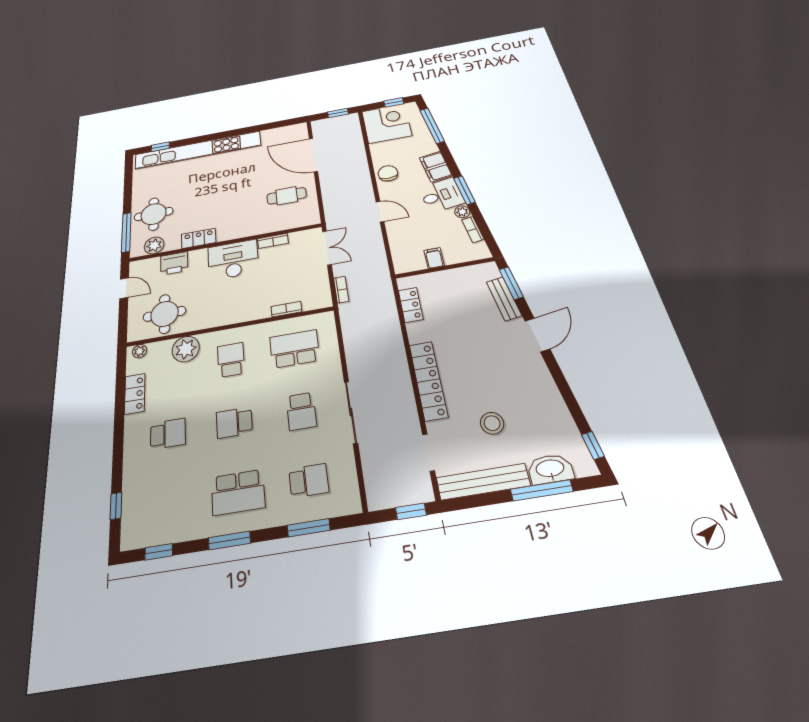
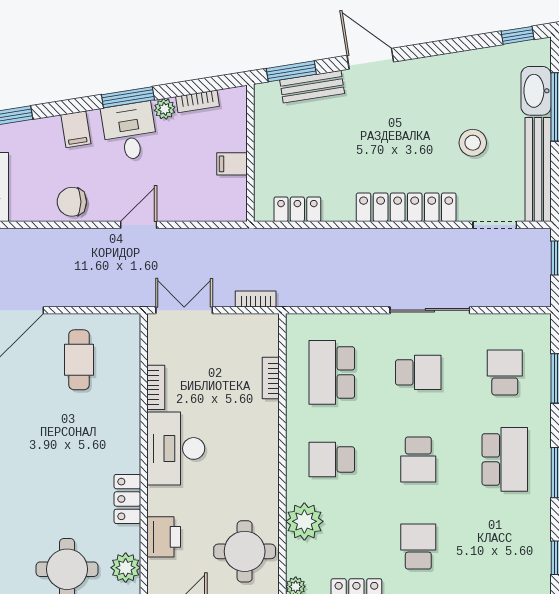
filing cabinet: (436, 167) -> (76, 129), width x0.50

